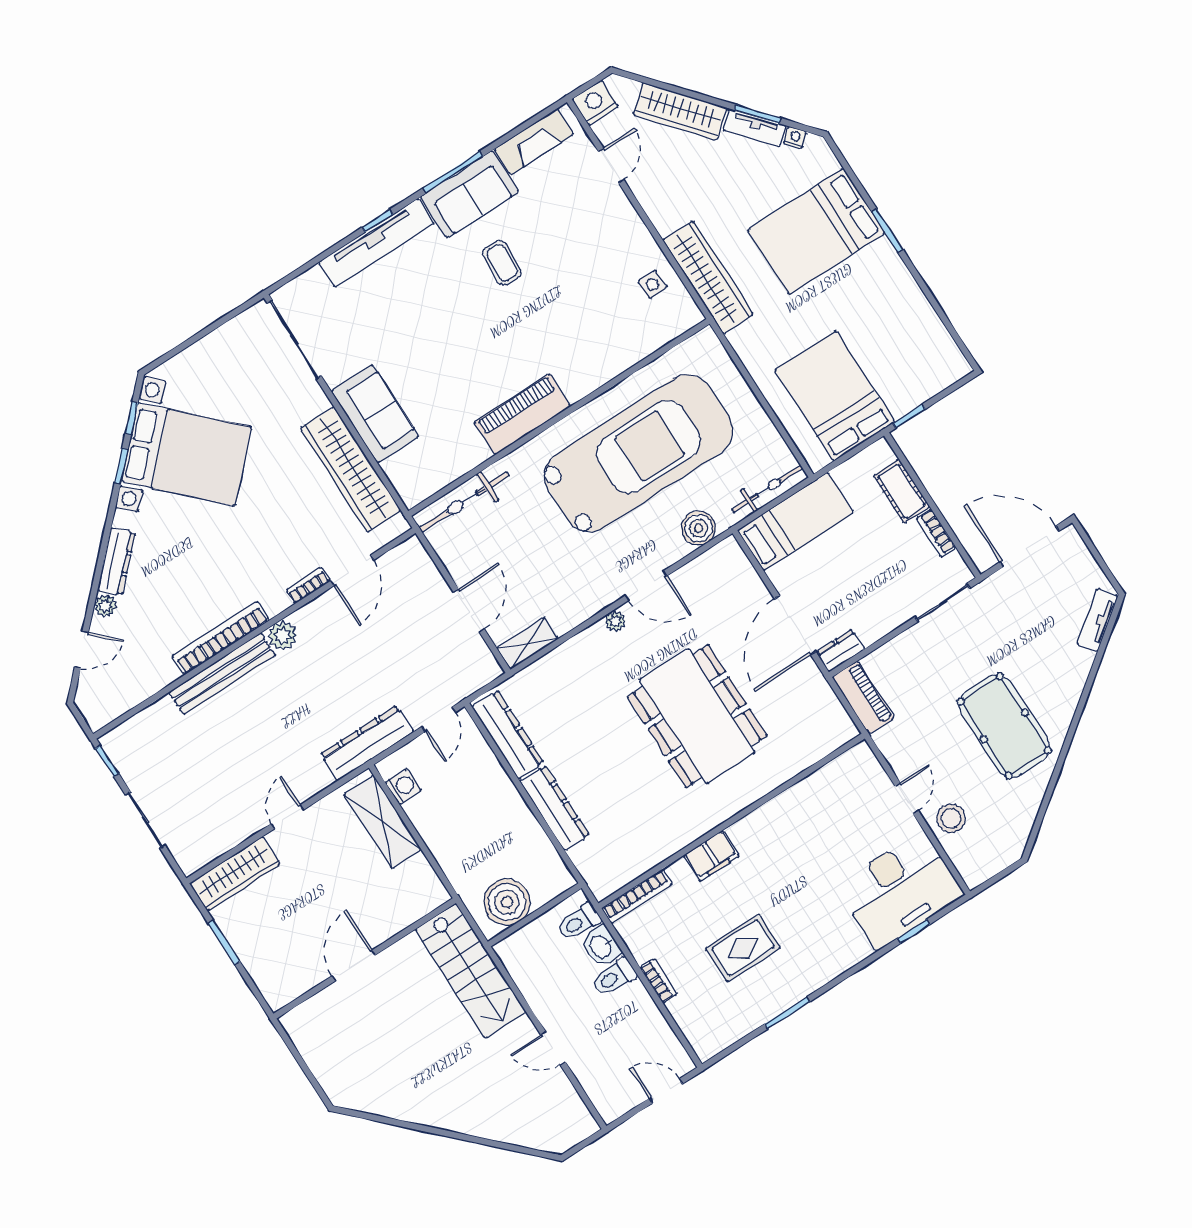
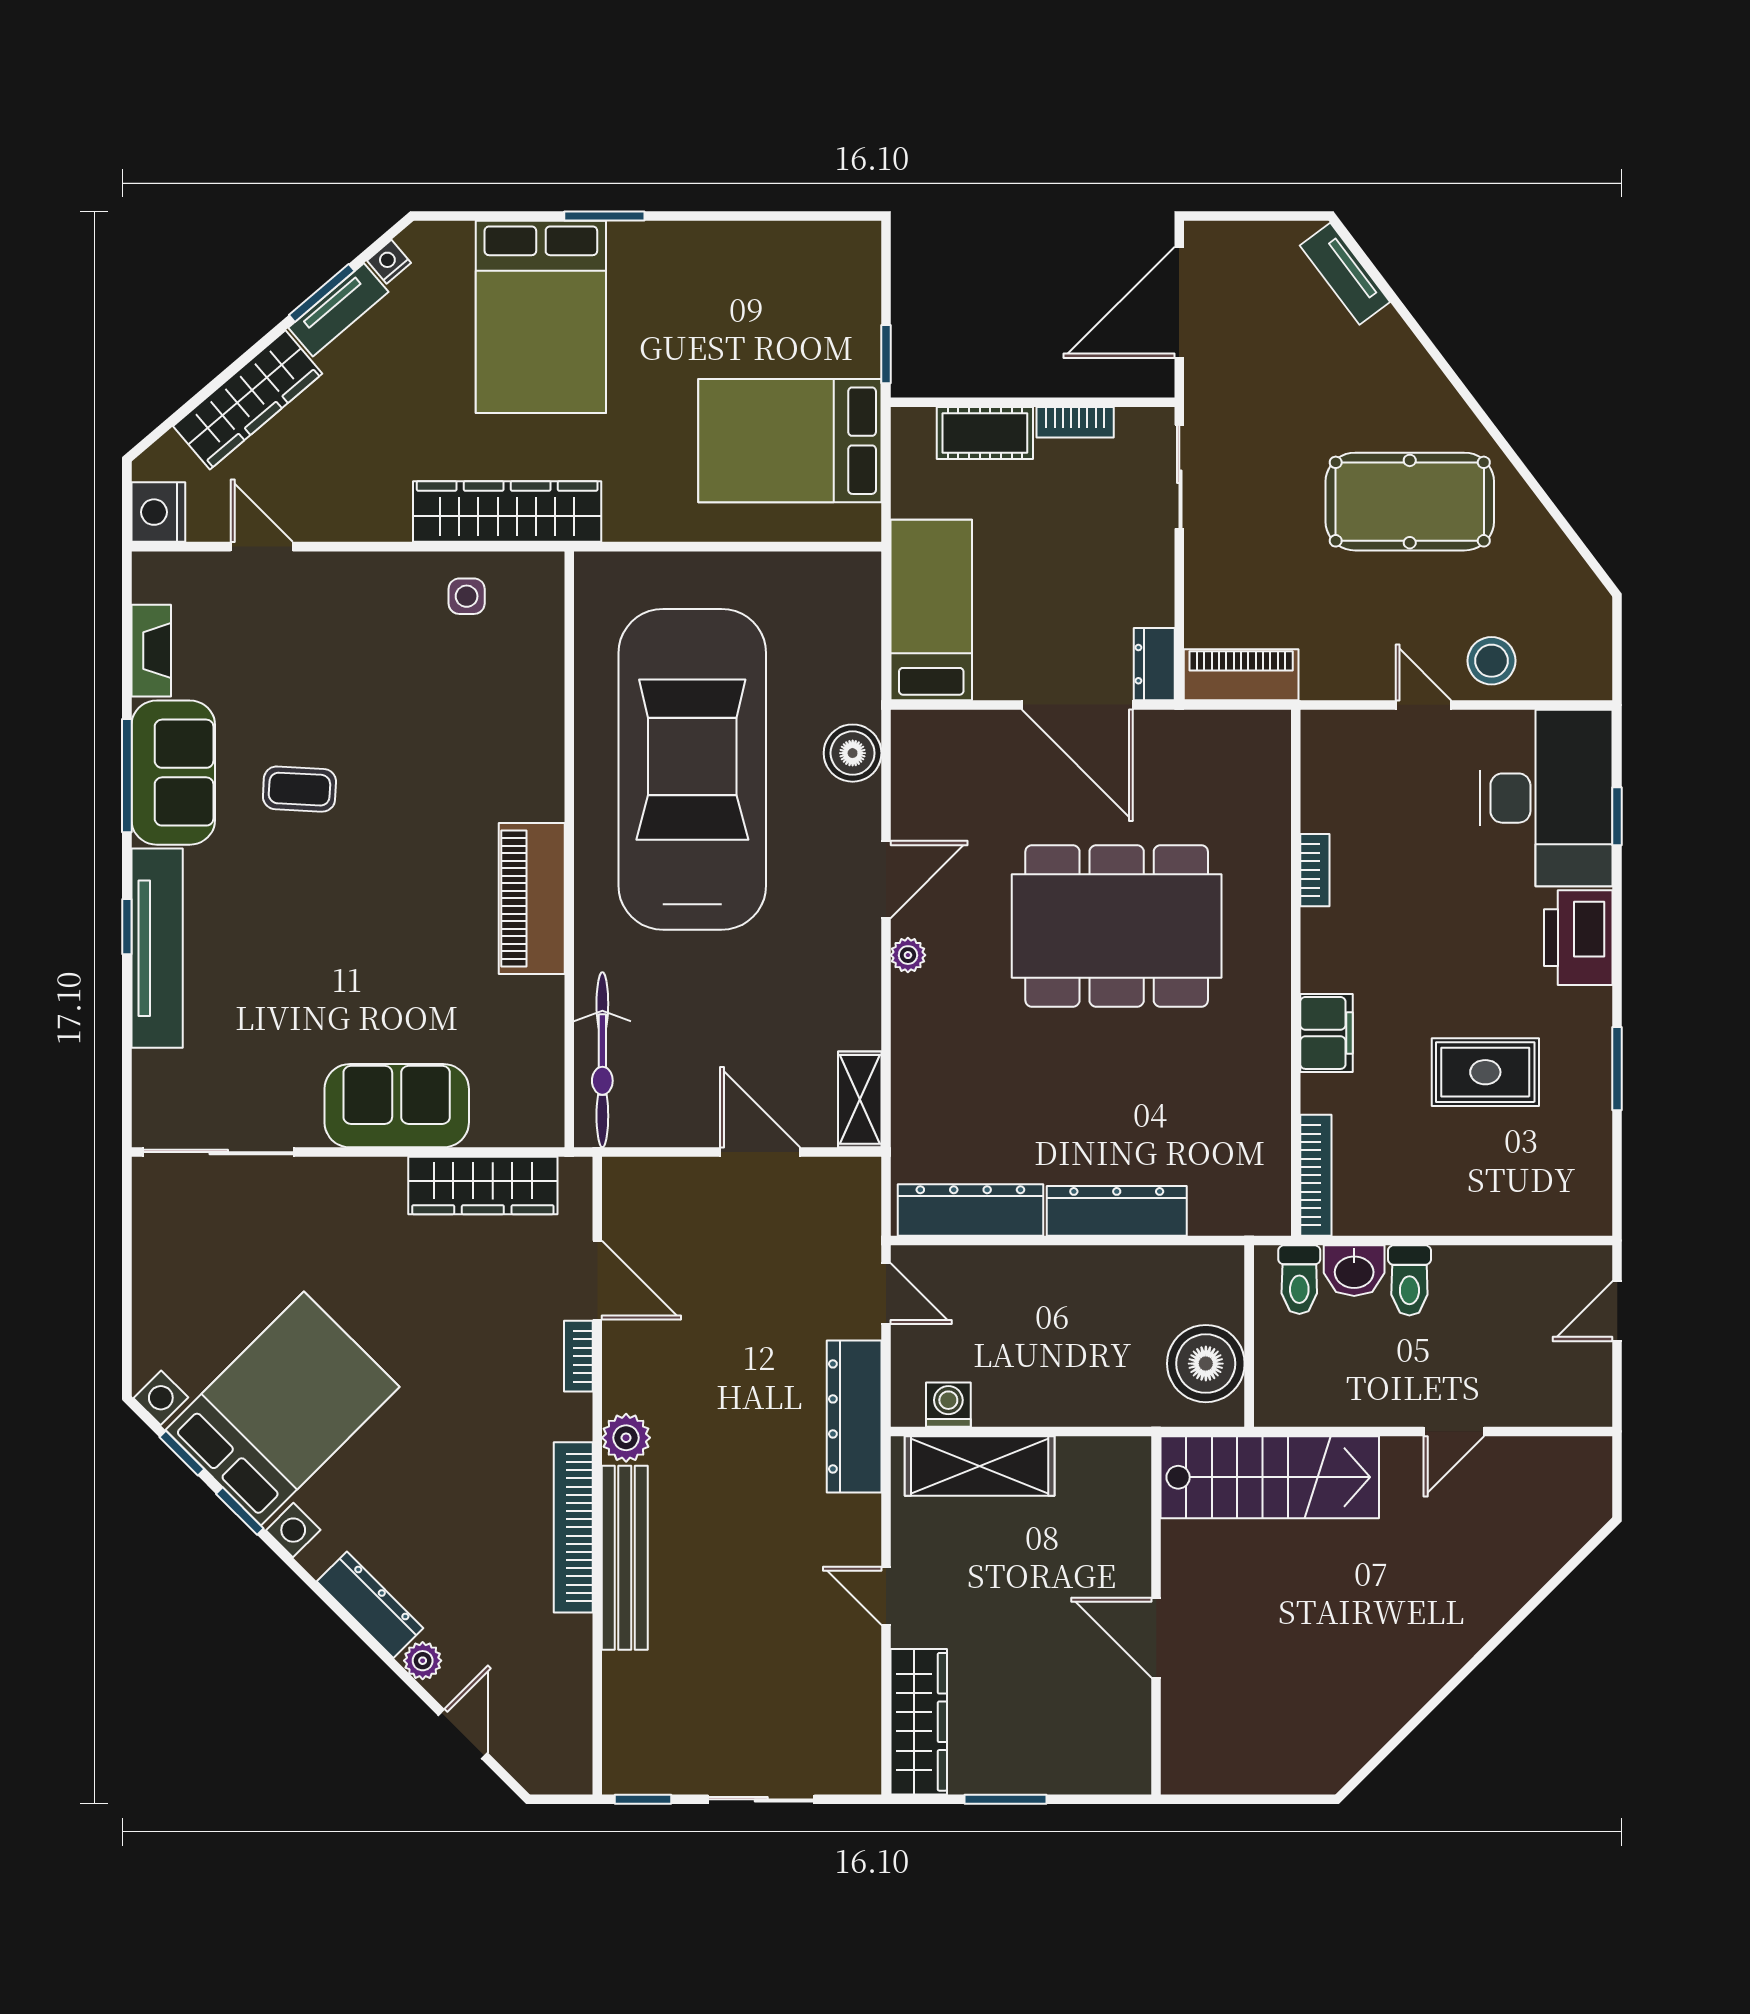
fireplace: (534, 142) -> (151, 651), width x0.73, depth x0.76
wardrobe: (351, 469) -> (483, 1185), width x0.71, depth x0.85
bicycle: (767, 489) -> (859, 620), removed
rug: (743, 948) -> (1485, 1072), turned 90
printer: (840, 951) -> (1578, 938), added
bookcase: (658, 981) -> (1315, 870), moved, turned 90

